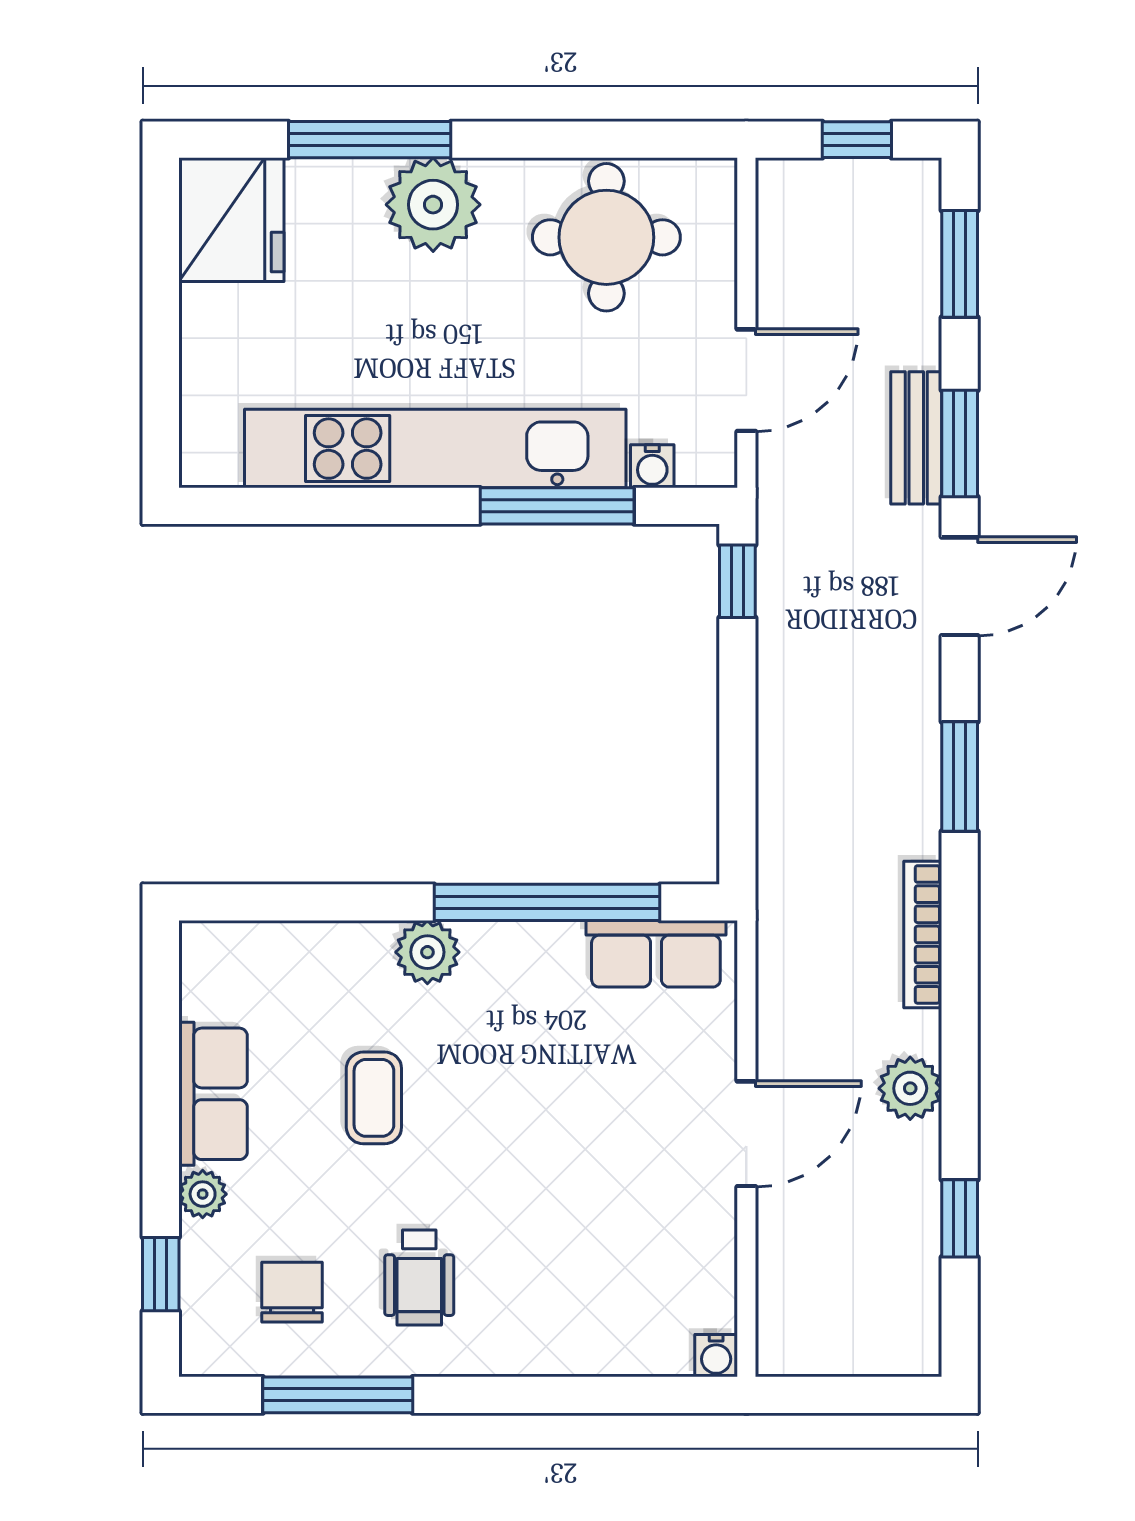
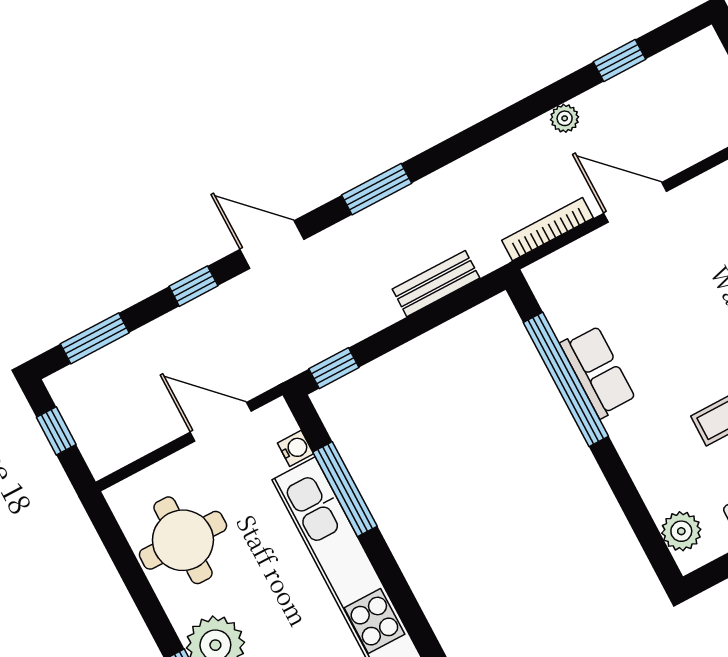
bench: (916, 438) -> (436, 284), moved
window: (960, 443) -> (193, 286), width x0.67
bookcase: (923, 934) -> (547, 229), moved, turned 180
plant: (427, 952) -> (681, 531), moved
row of seats: (656, 954) -> (598, 372), moved
plant: (910, 1088) -> (565, 118), width x0.73, depth x0.73

